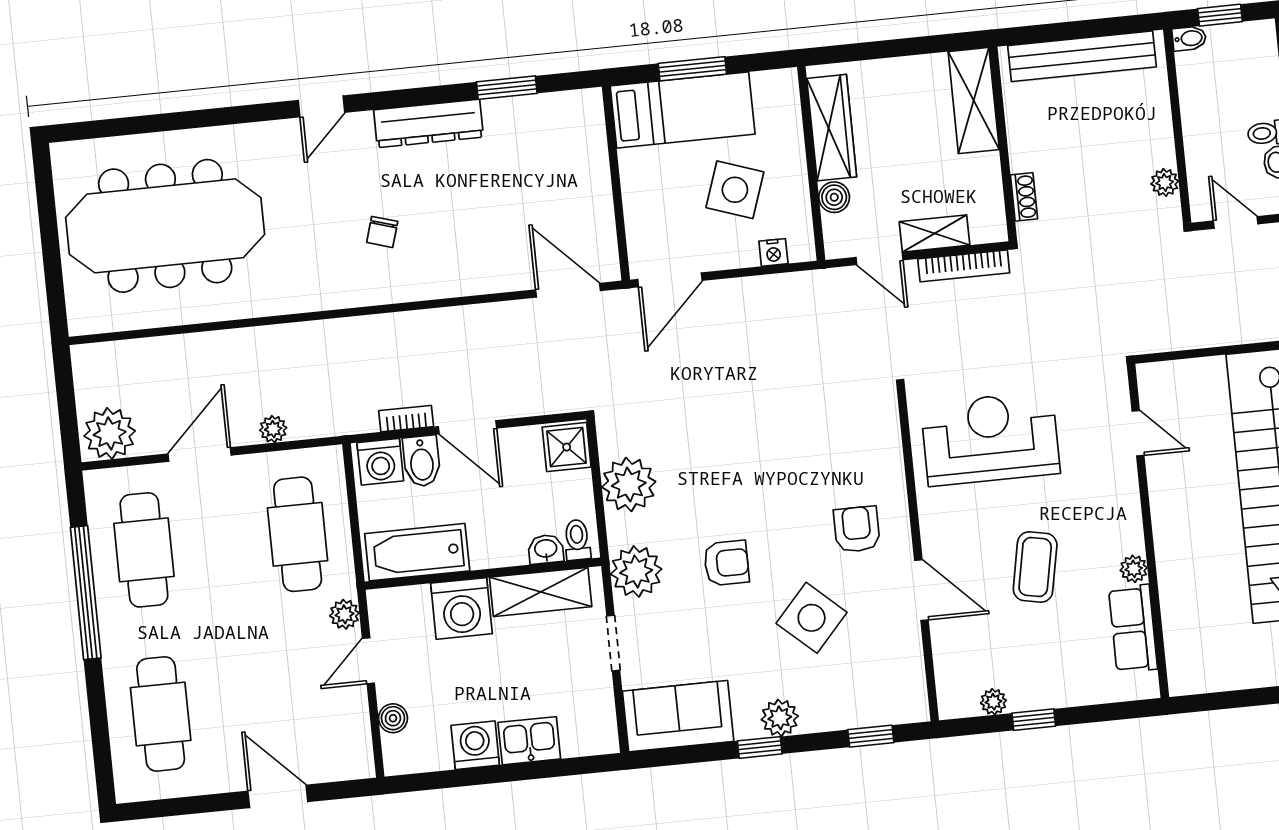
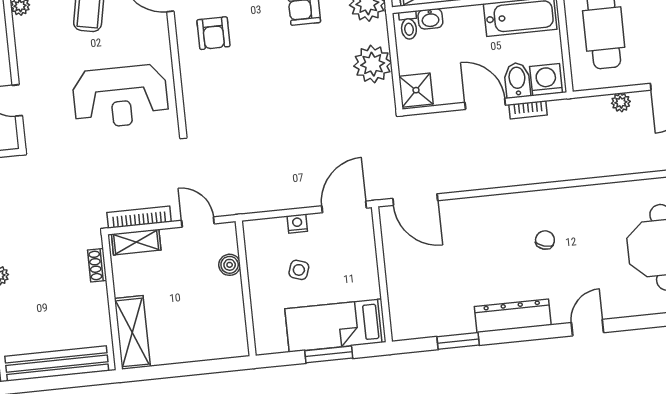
wardrobe: (832, 128) -> (231, 313), removed
side table: (735, 190) -> (299, 270), width x0.54, depth x0.54
shelving: (935, 233) -> (136, 242), moved
nightstand: (773, 252) -> (297, 224), moved

